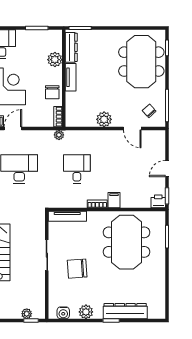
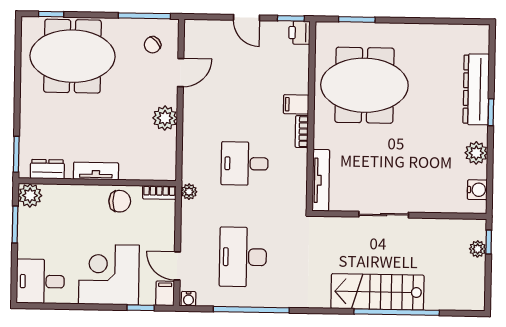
dresser: (71, 47) -> (47, 169), width x0.70
plant: (55, 60) -> (30, 195), moved
chair: (77, 269) -> (406, 166), removed

